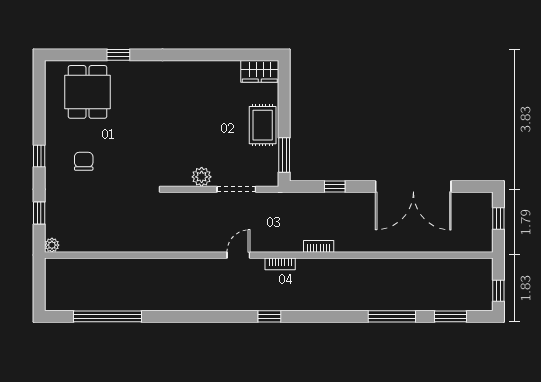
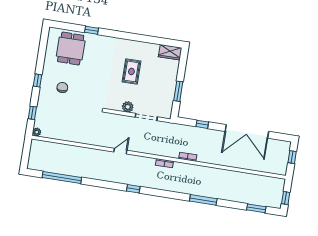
rug: (263, 125) -> (131, 71), moved
window: (284, 155) -> (178, 91), moved
door: (238, 255) -> (120, 151), moved
window: (269, 316) -> (133, 189), moved
window: (392, 316) -> (203, 200), moved

